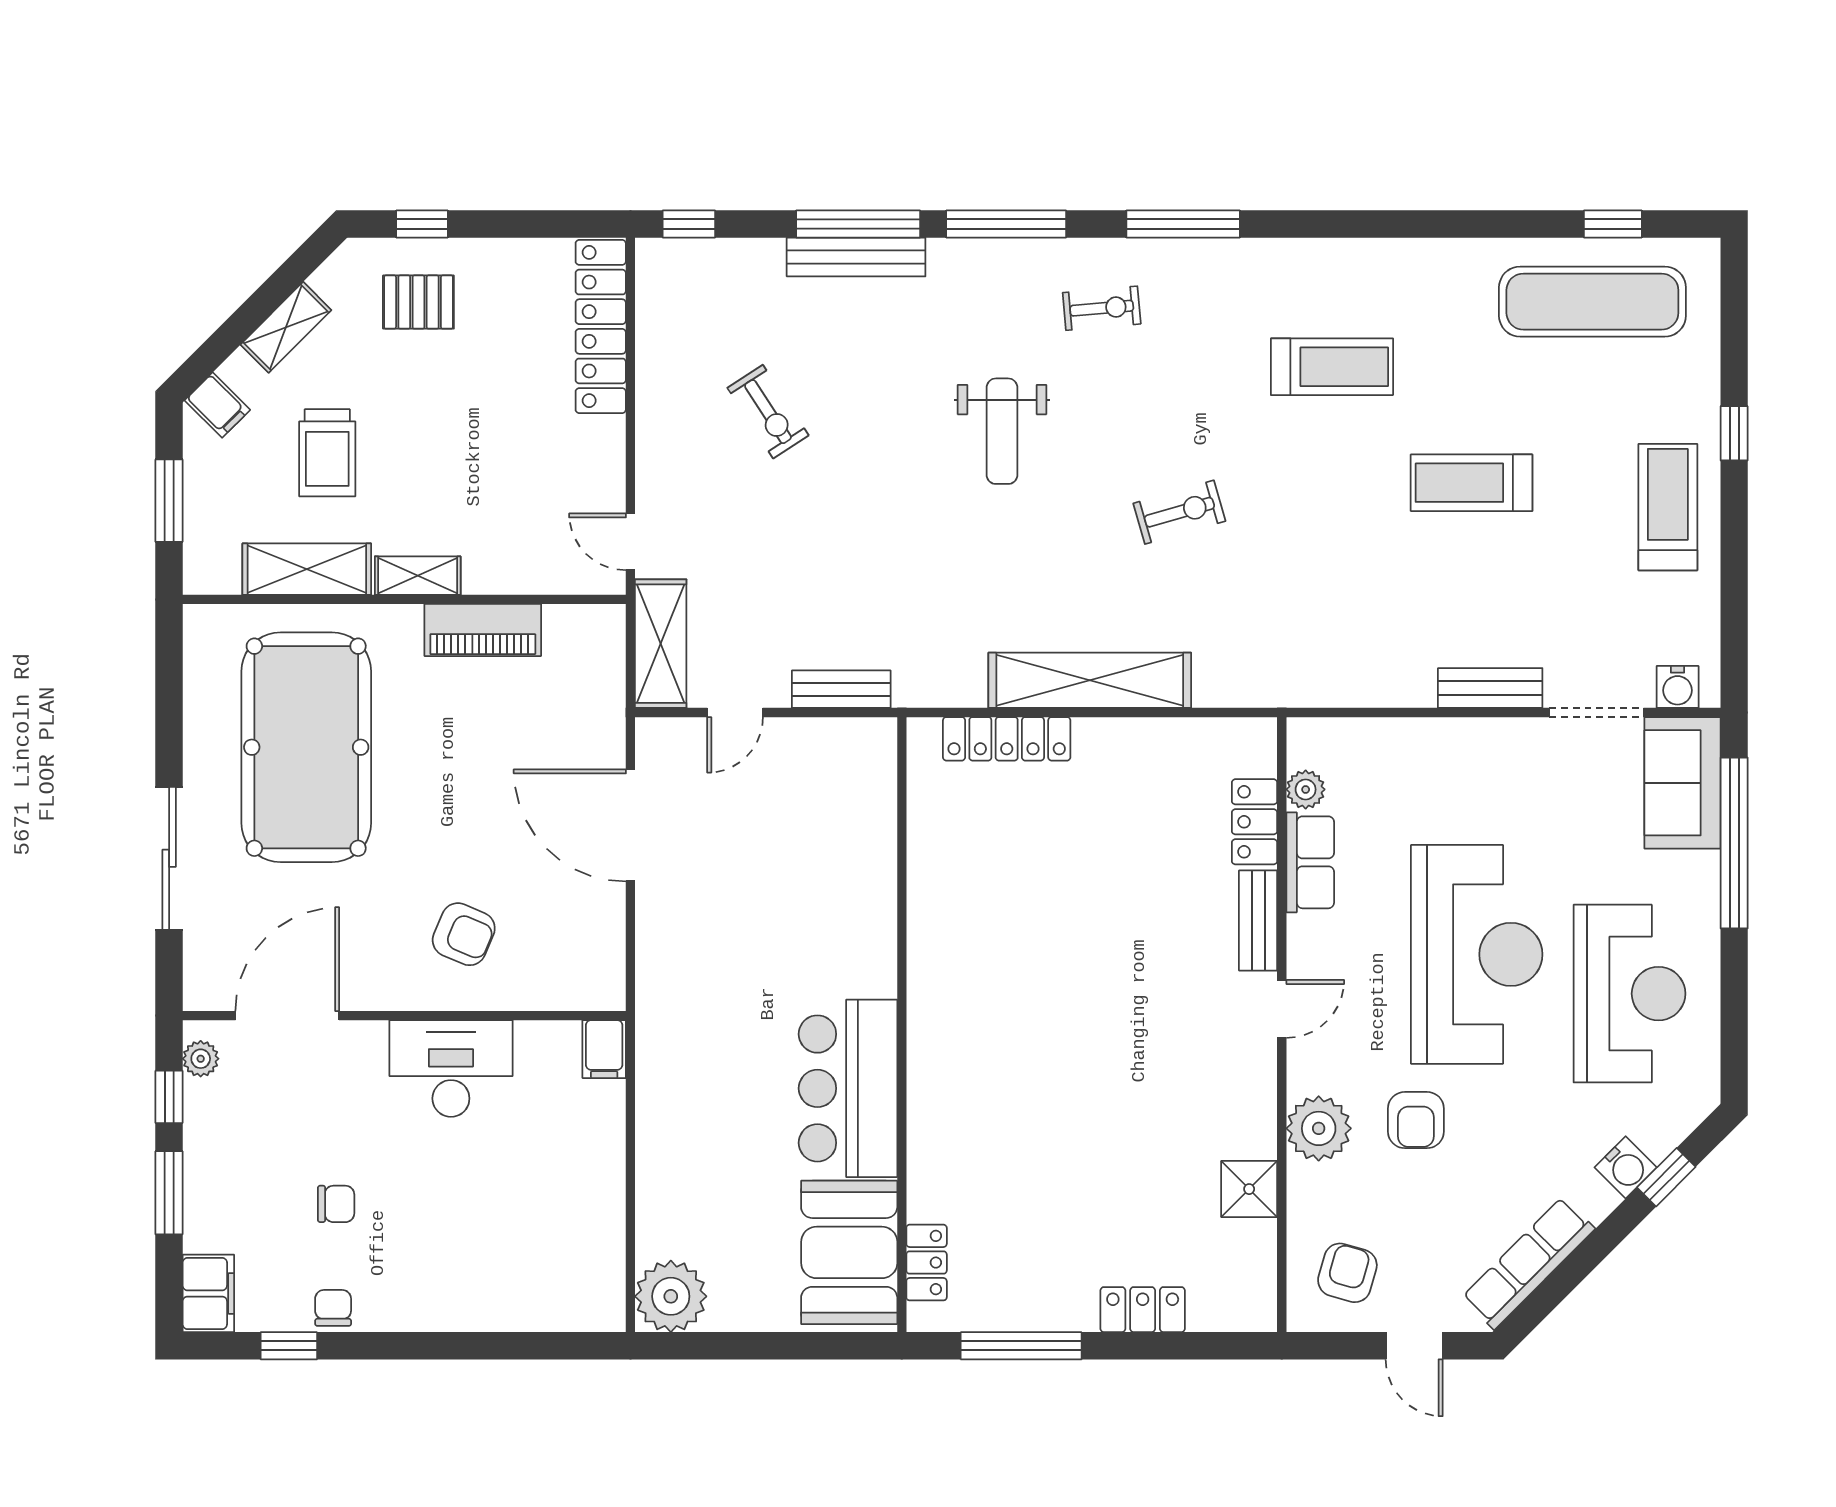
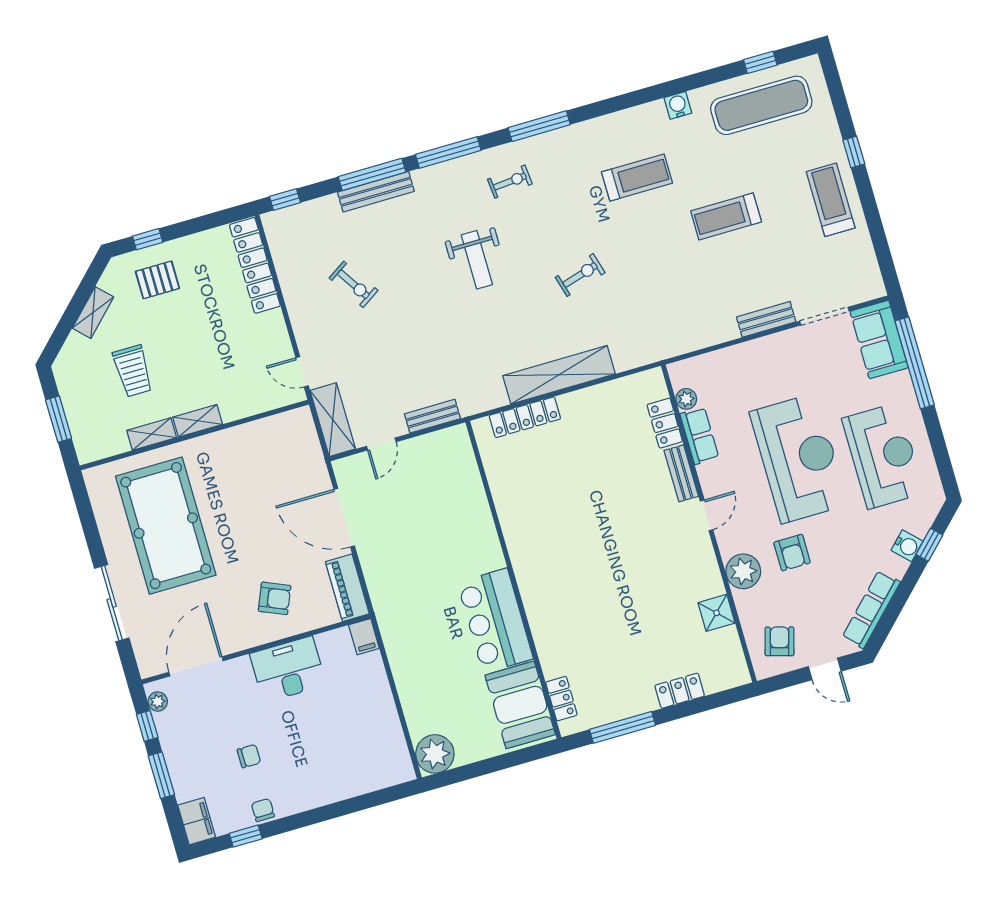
filing cabinet: (217, 405) -> (69, 363), removed
shelving: (307, 569) -> (152, 434), width x0.67, depth x0.75
piano: (483, 630) -> (347, 588), moved, turned 90
water cooler: (1678, 687) -> (678, 105), moved, turned 180

